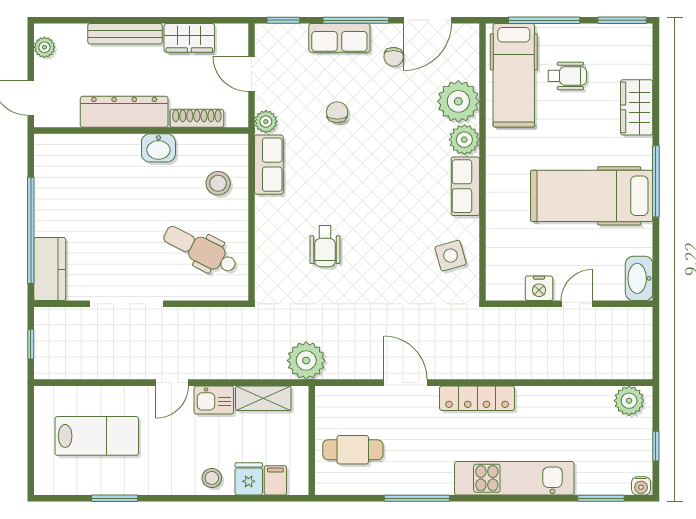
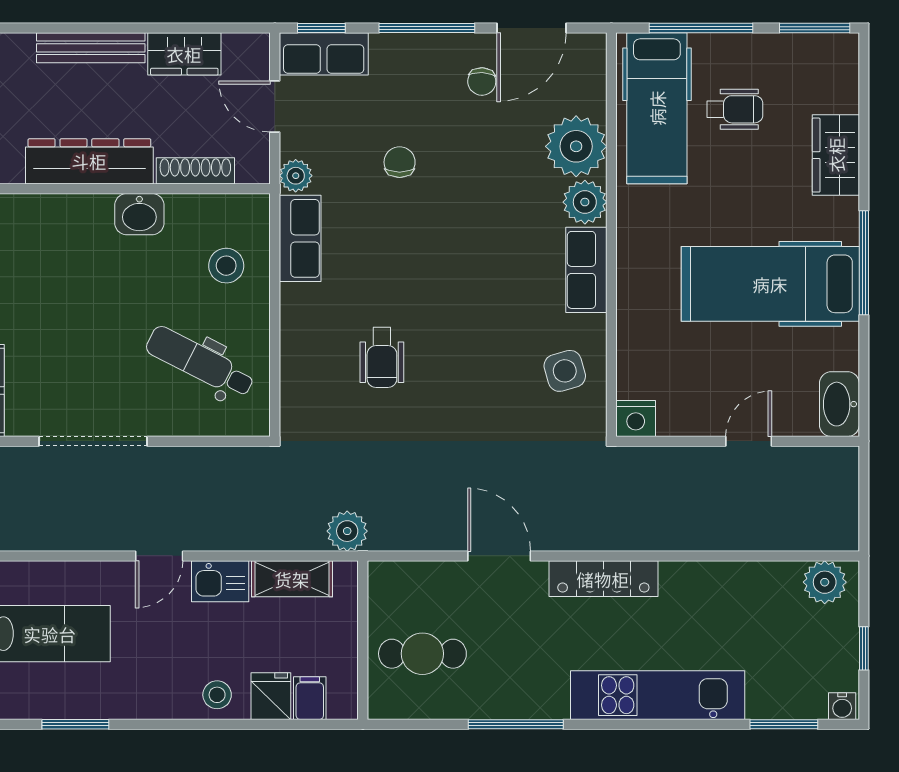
row of seats: (339, 38) -> (324, 54), moved
nightstand: (539, 288) -> (636, 418), moved
plant: (306, 361) -> (347, 531), width x0.73, depth x0.73

